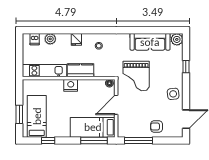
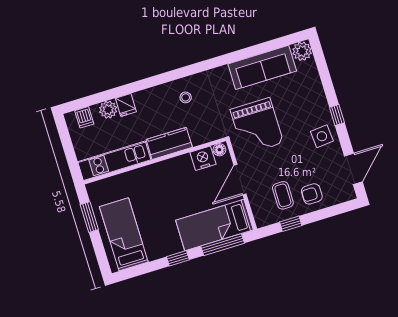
fridge: (76, 39) -> (126, 105), moved
window: (186, 67) -> (337, 115), moved
nightstand: (71, 85) -> (203, 158), moved
window: (19, 114) -> (89, 217), moved
coffee table: (139, 122) -> (283, 195), added
window: (48, 140) -> (178, 258), moved
window: (139, 140) -> (291, 224), width x0.46

